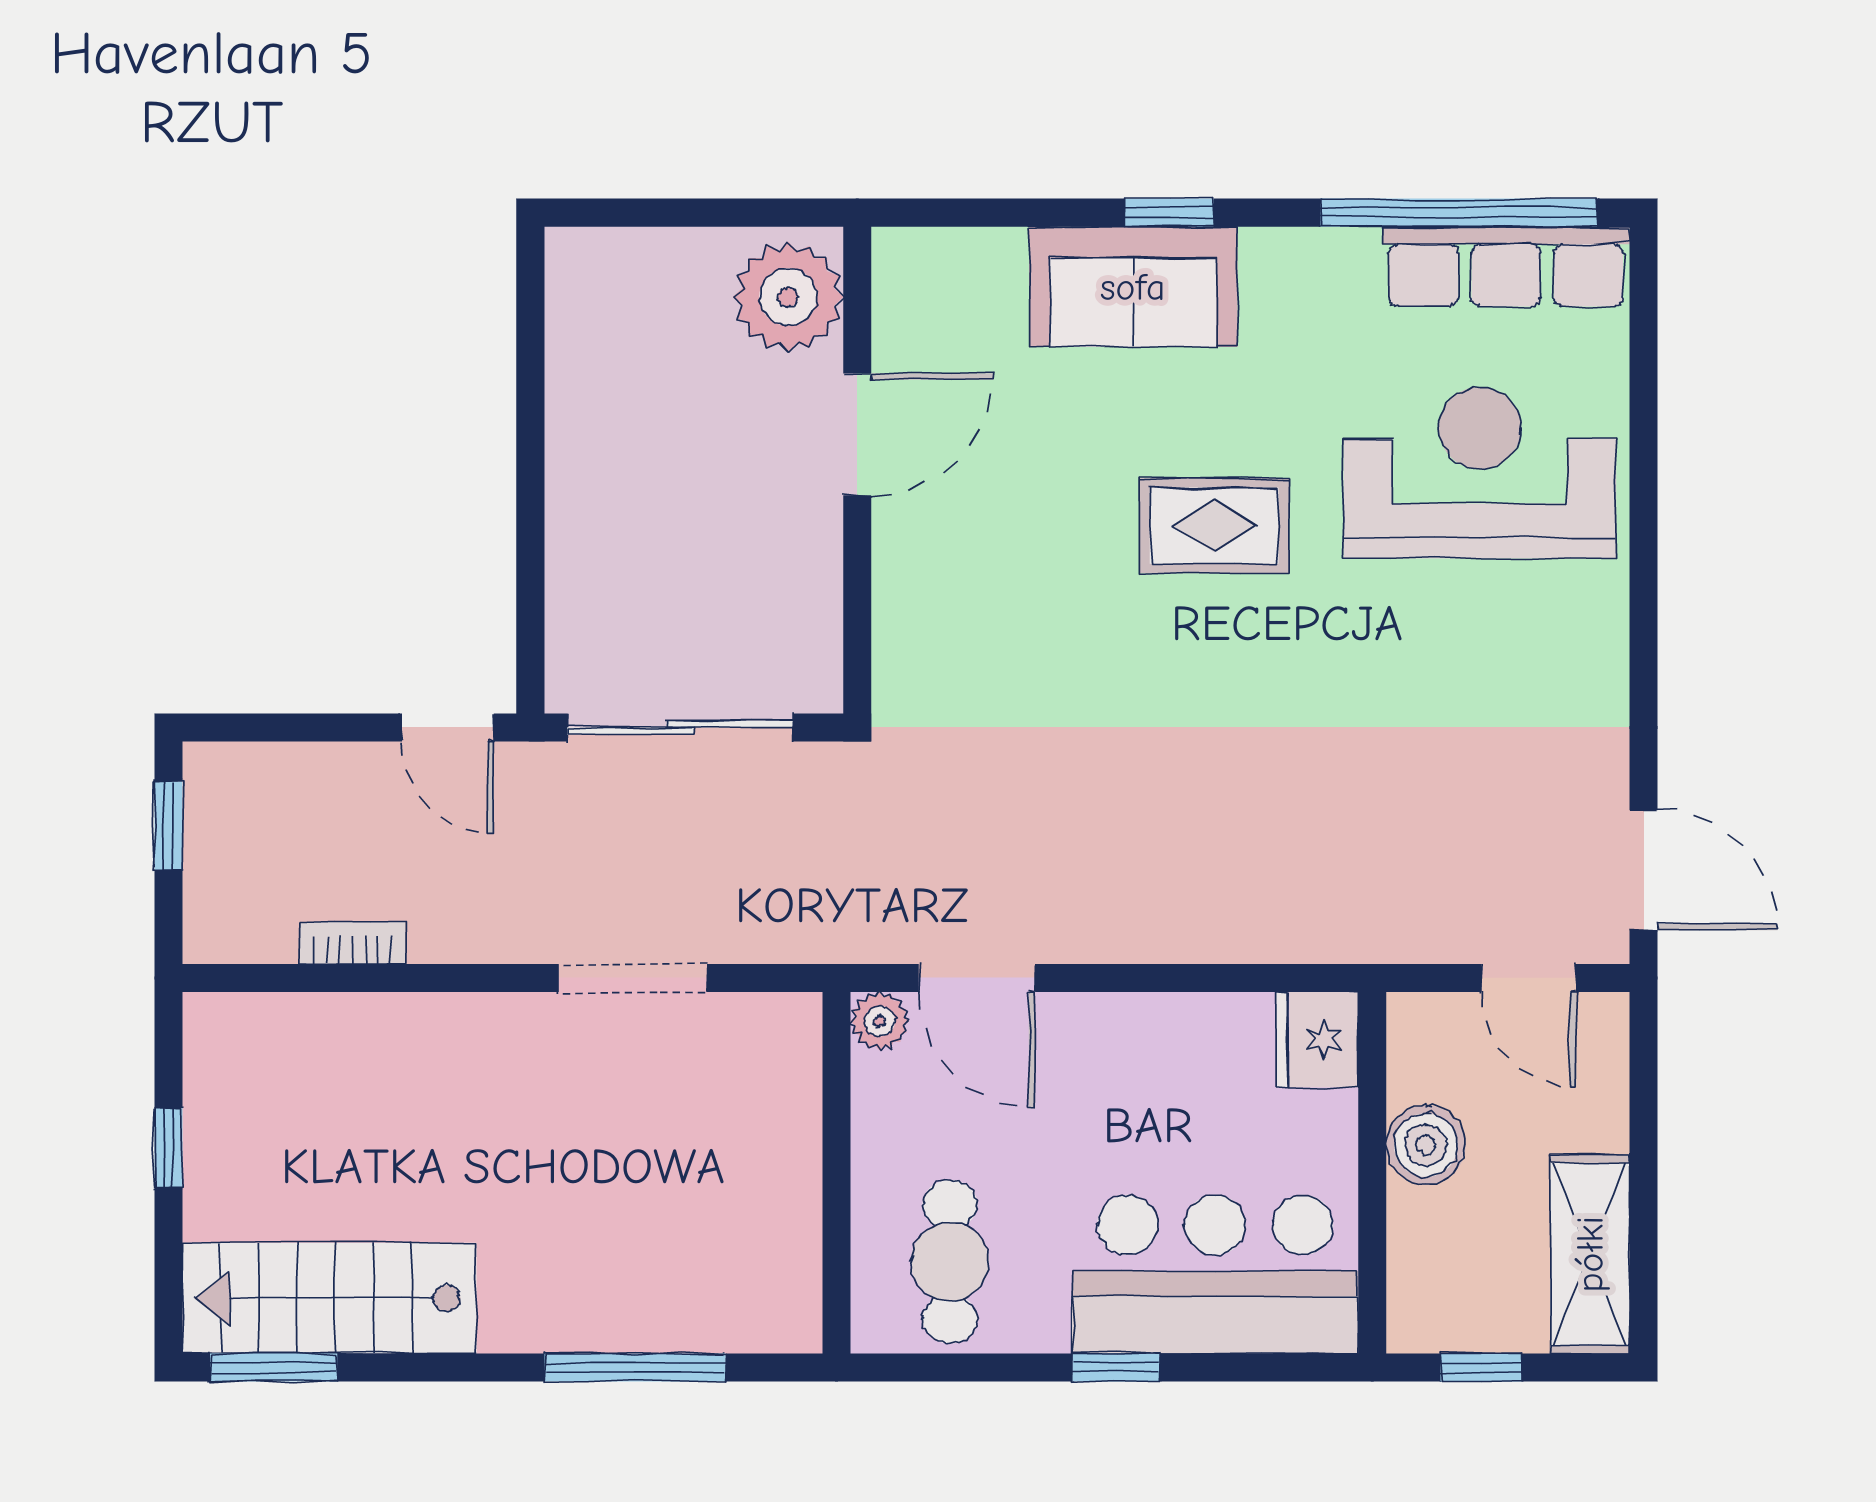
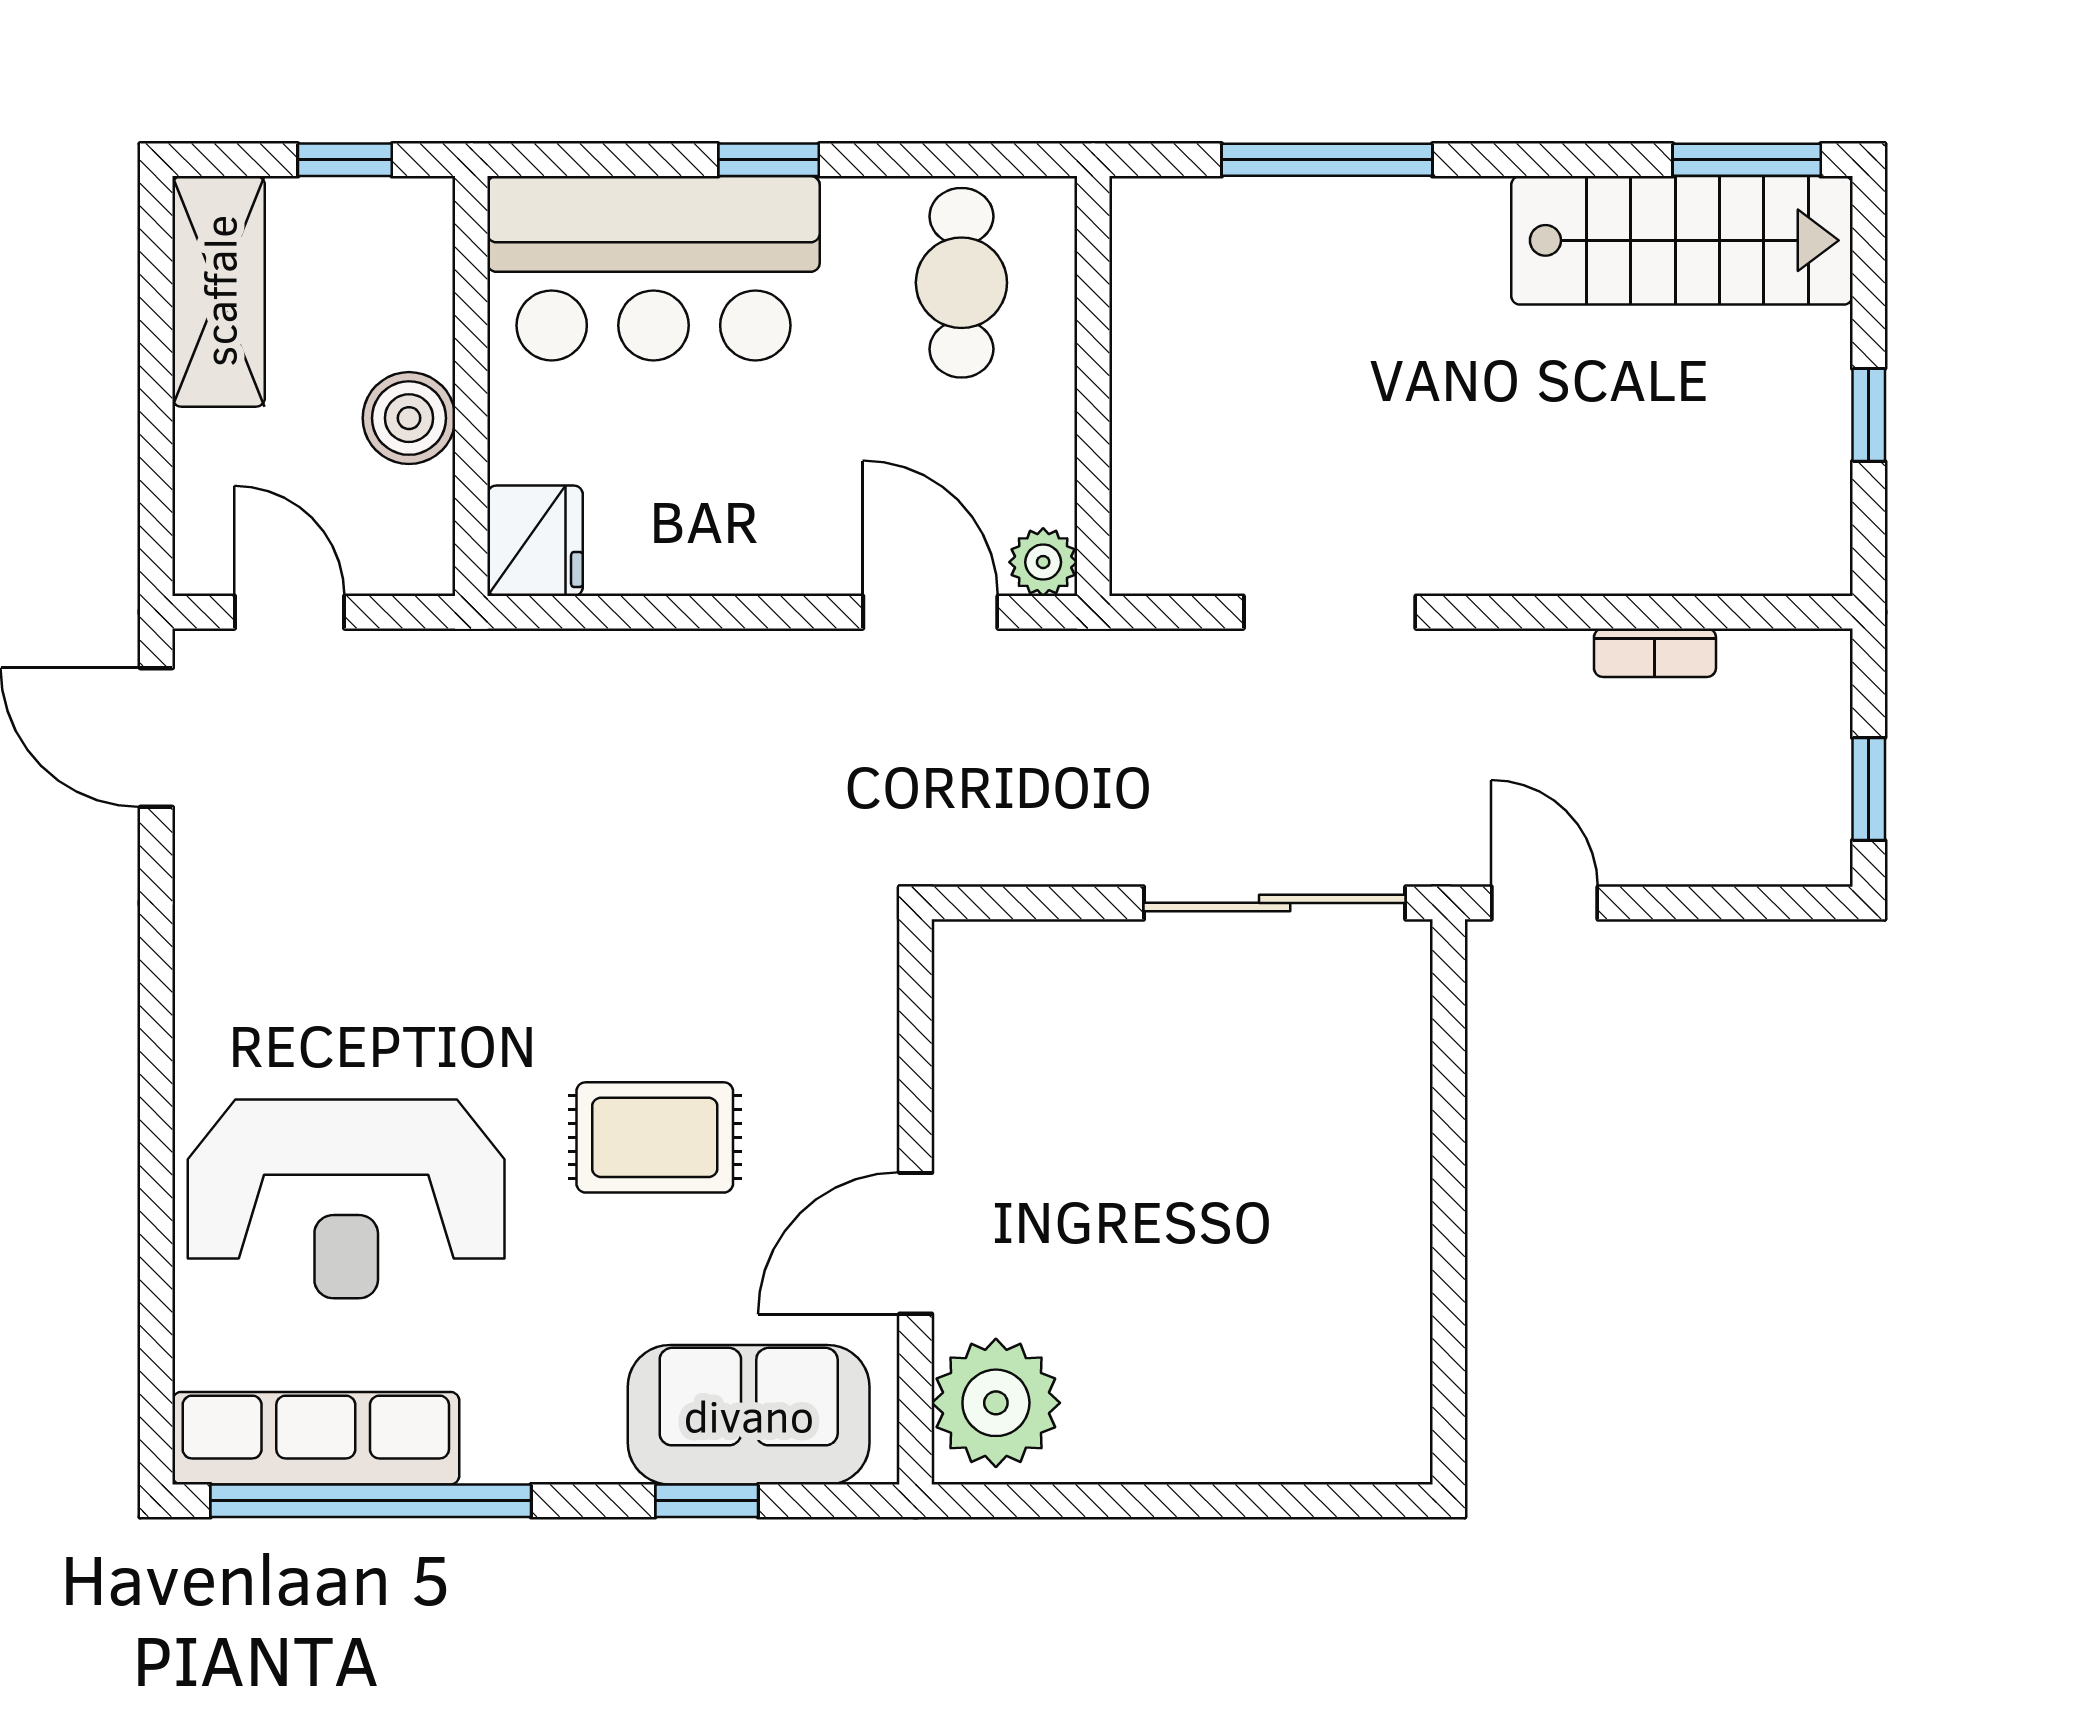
plant: (788, 297) -> (996, 1403), moved
door: (857, 434) -> (916, 1243), moved
wall: (857, 470) -> (916, 1202), moved

